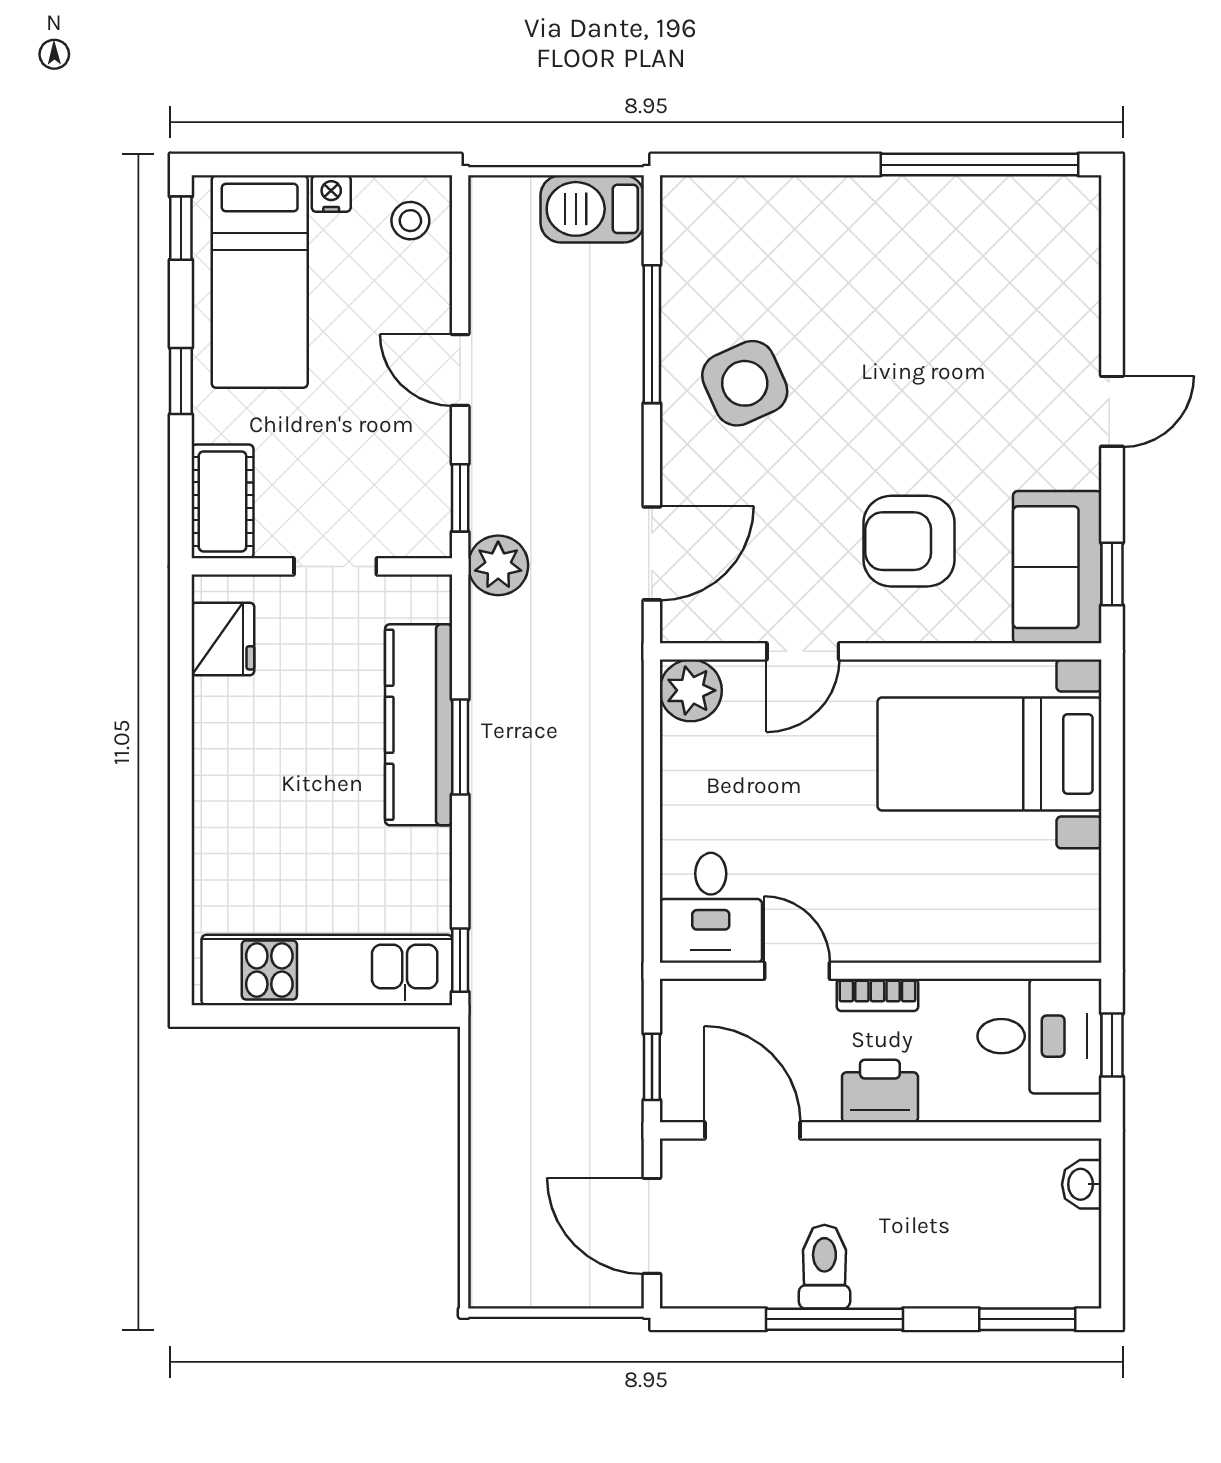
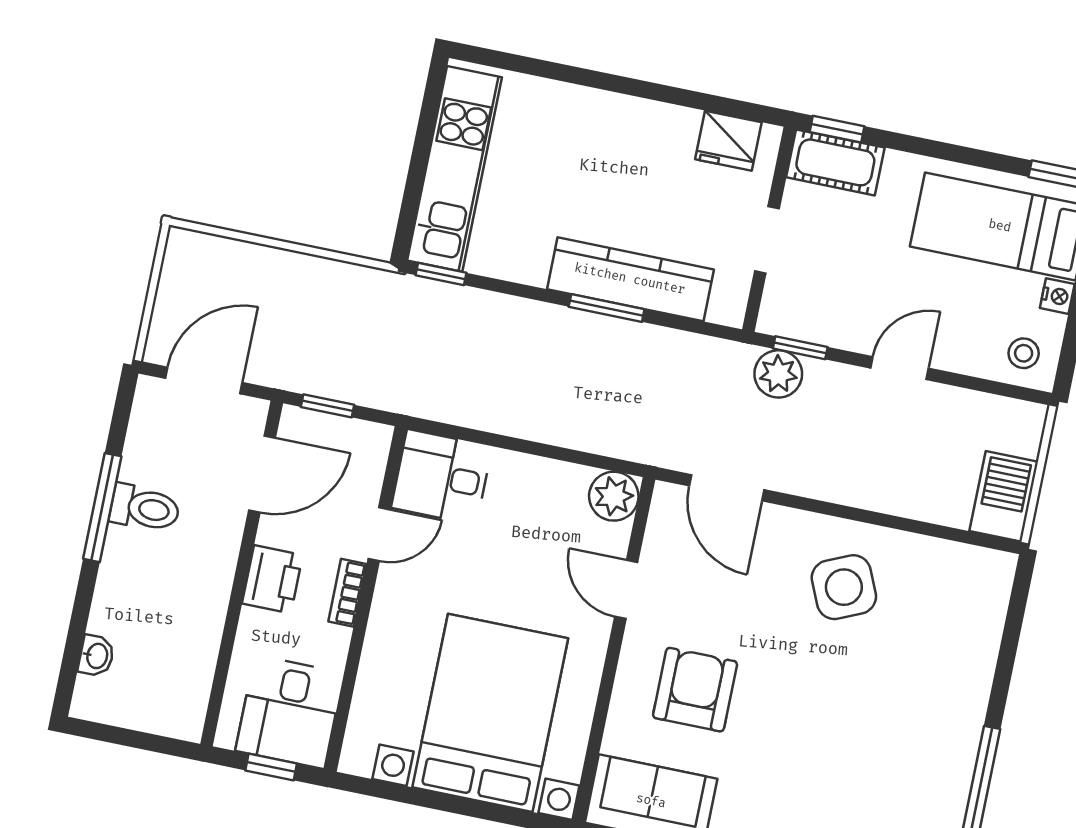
window: (652, 334) -> (897, 523), removed
window: (181, 381) -> (837, 129), moved
plant: (498, 565) -> (778, 374), moved
bed with nightstands: (990, 754) -> (490, 713), width x1.36
washbasin: (1082, 1184) -> (96, 656), moved, turned 90
window: (1027, 1319) -> (71, 657), removed

